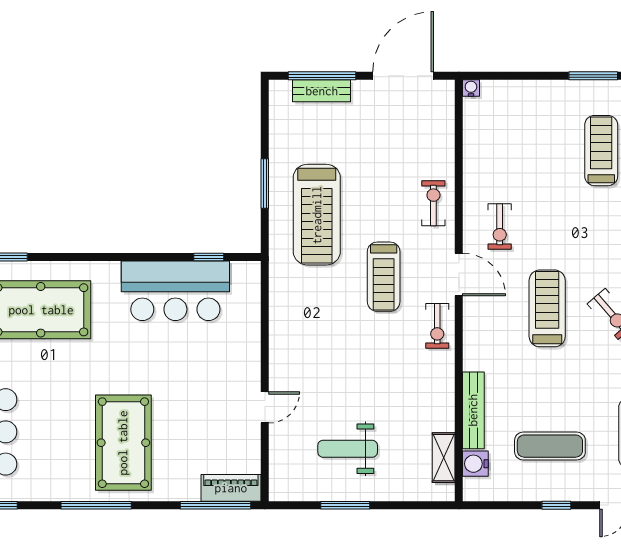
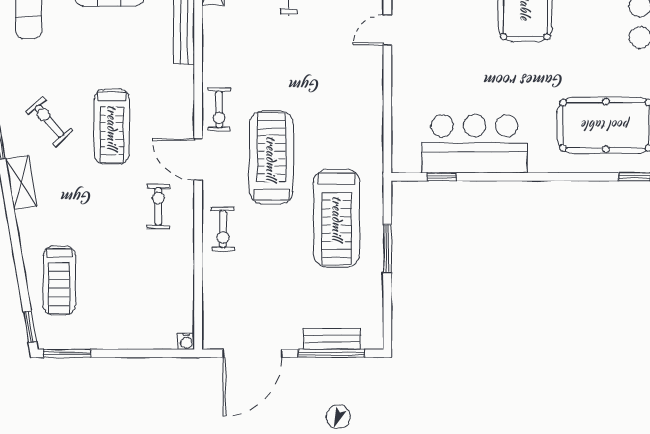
treadmill: (317, 215) -> (337, 218), turned 180
treadmill: (384, 277) -> (271, 158), width x1.37, depth x1.38
exercise bike: (437, 326) -> (219, 110), turned 180

